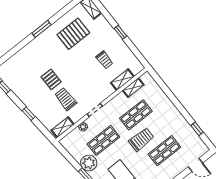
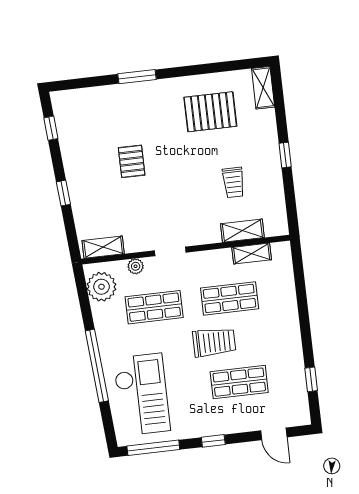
window: (42, 29) -> (137, 77), moved
trolley: (66, 99) -> (135, 206), removed
plant: (89, 163) -> (102, 287), moved

